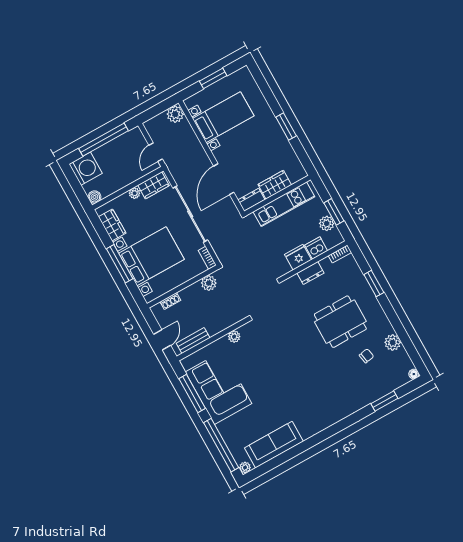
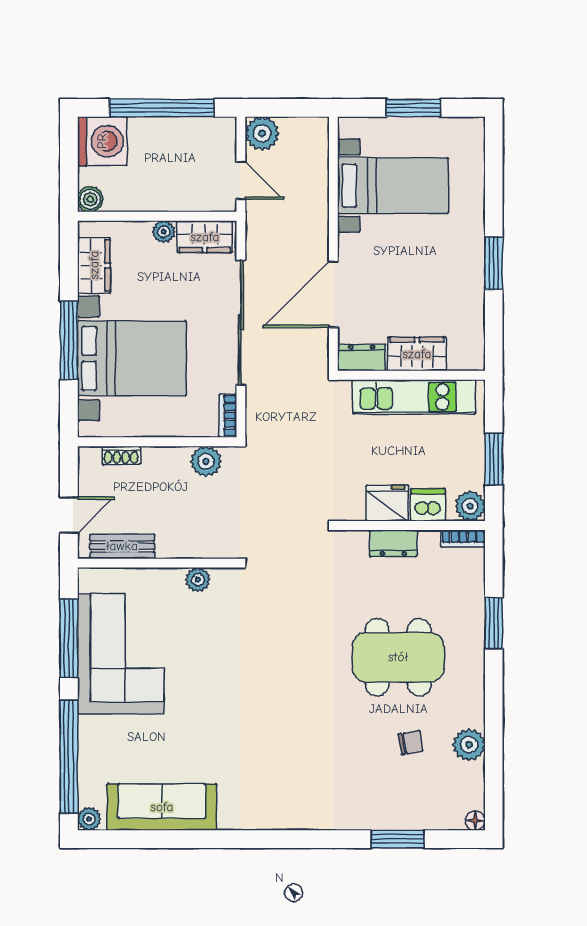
plant: (175, 114) -> (262, 133), moved
door: (156, 152) -> (241, 181), swing flipped
plant: (327, 223) -> (470, 506), moved

